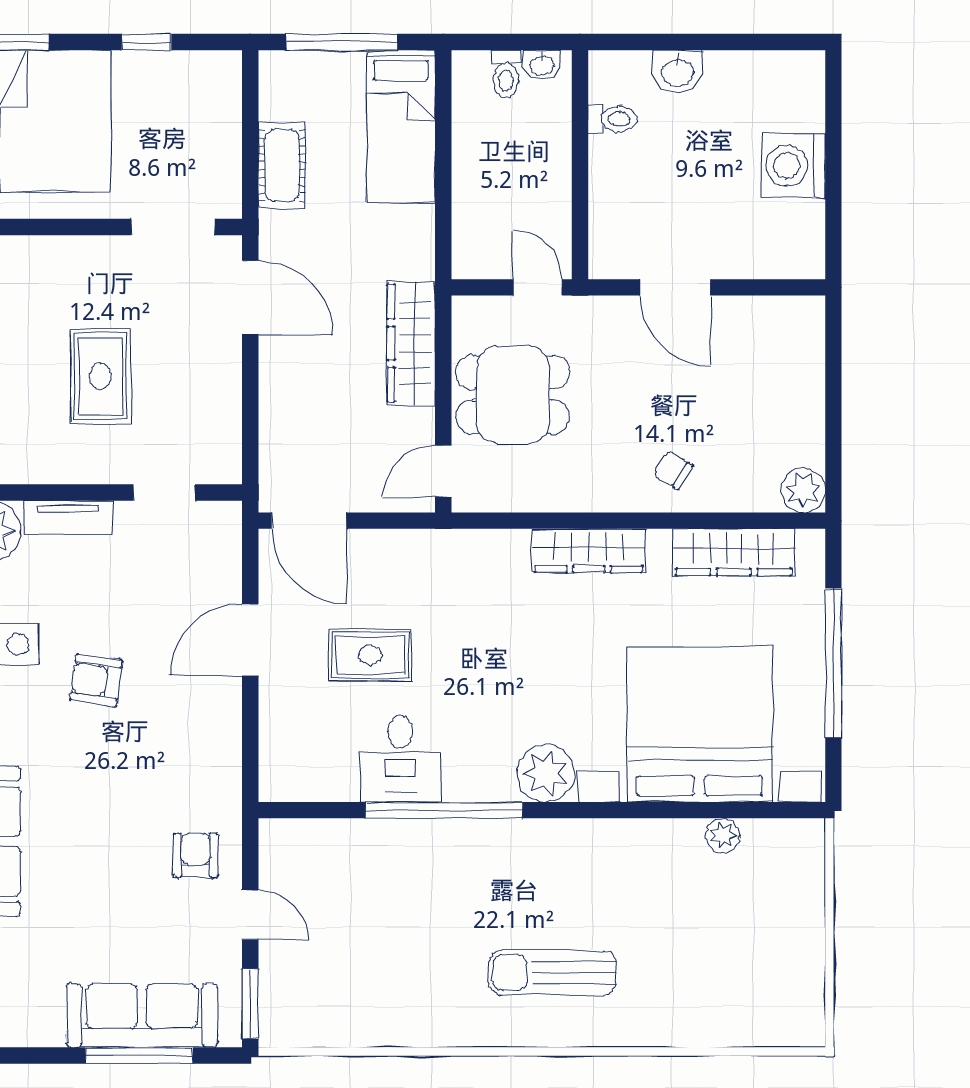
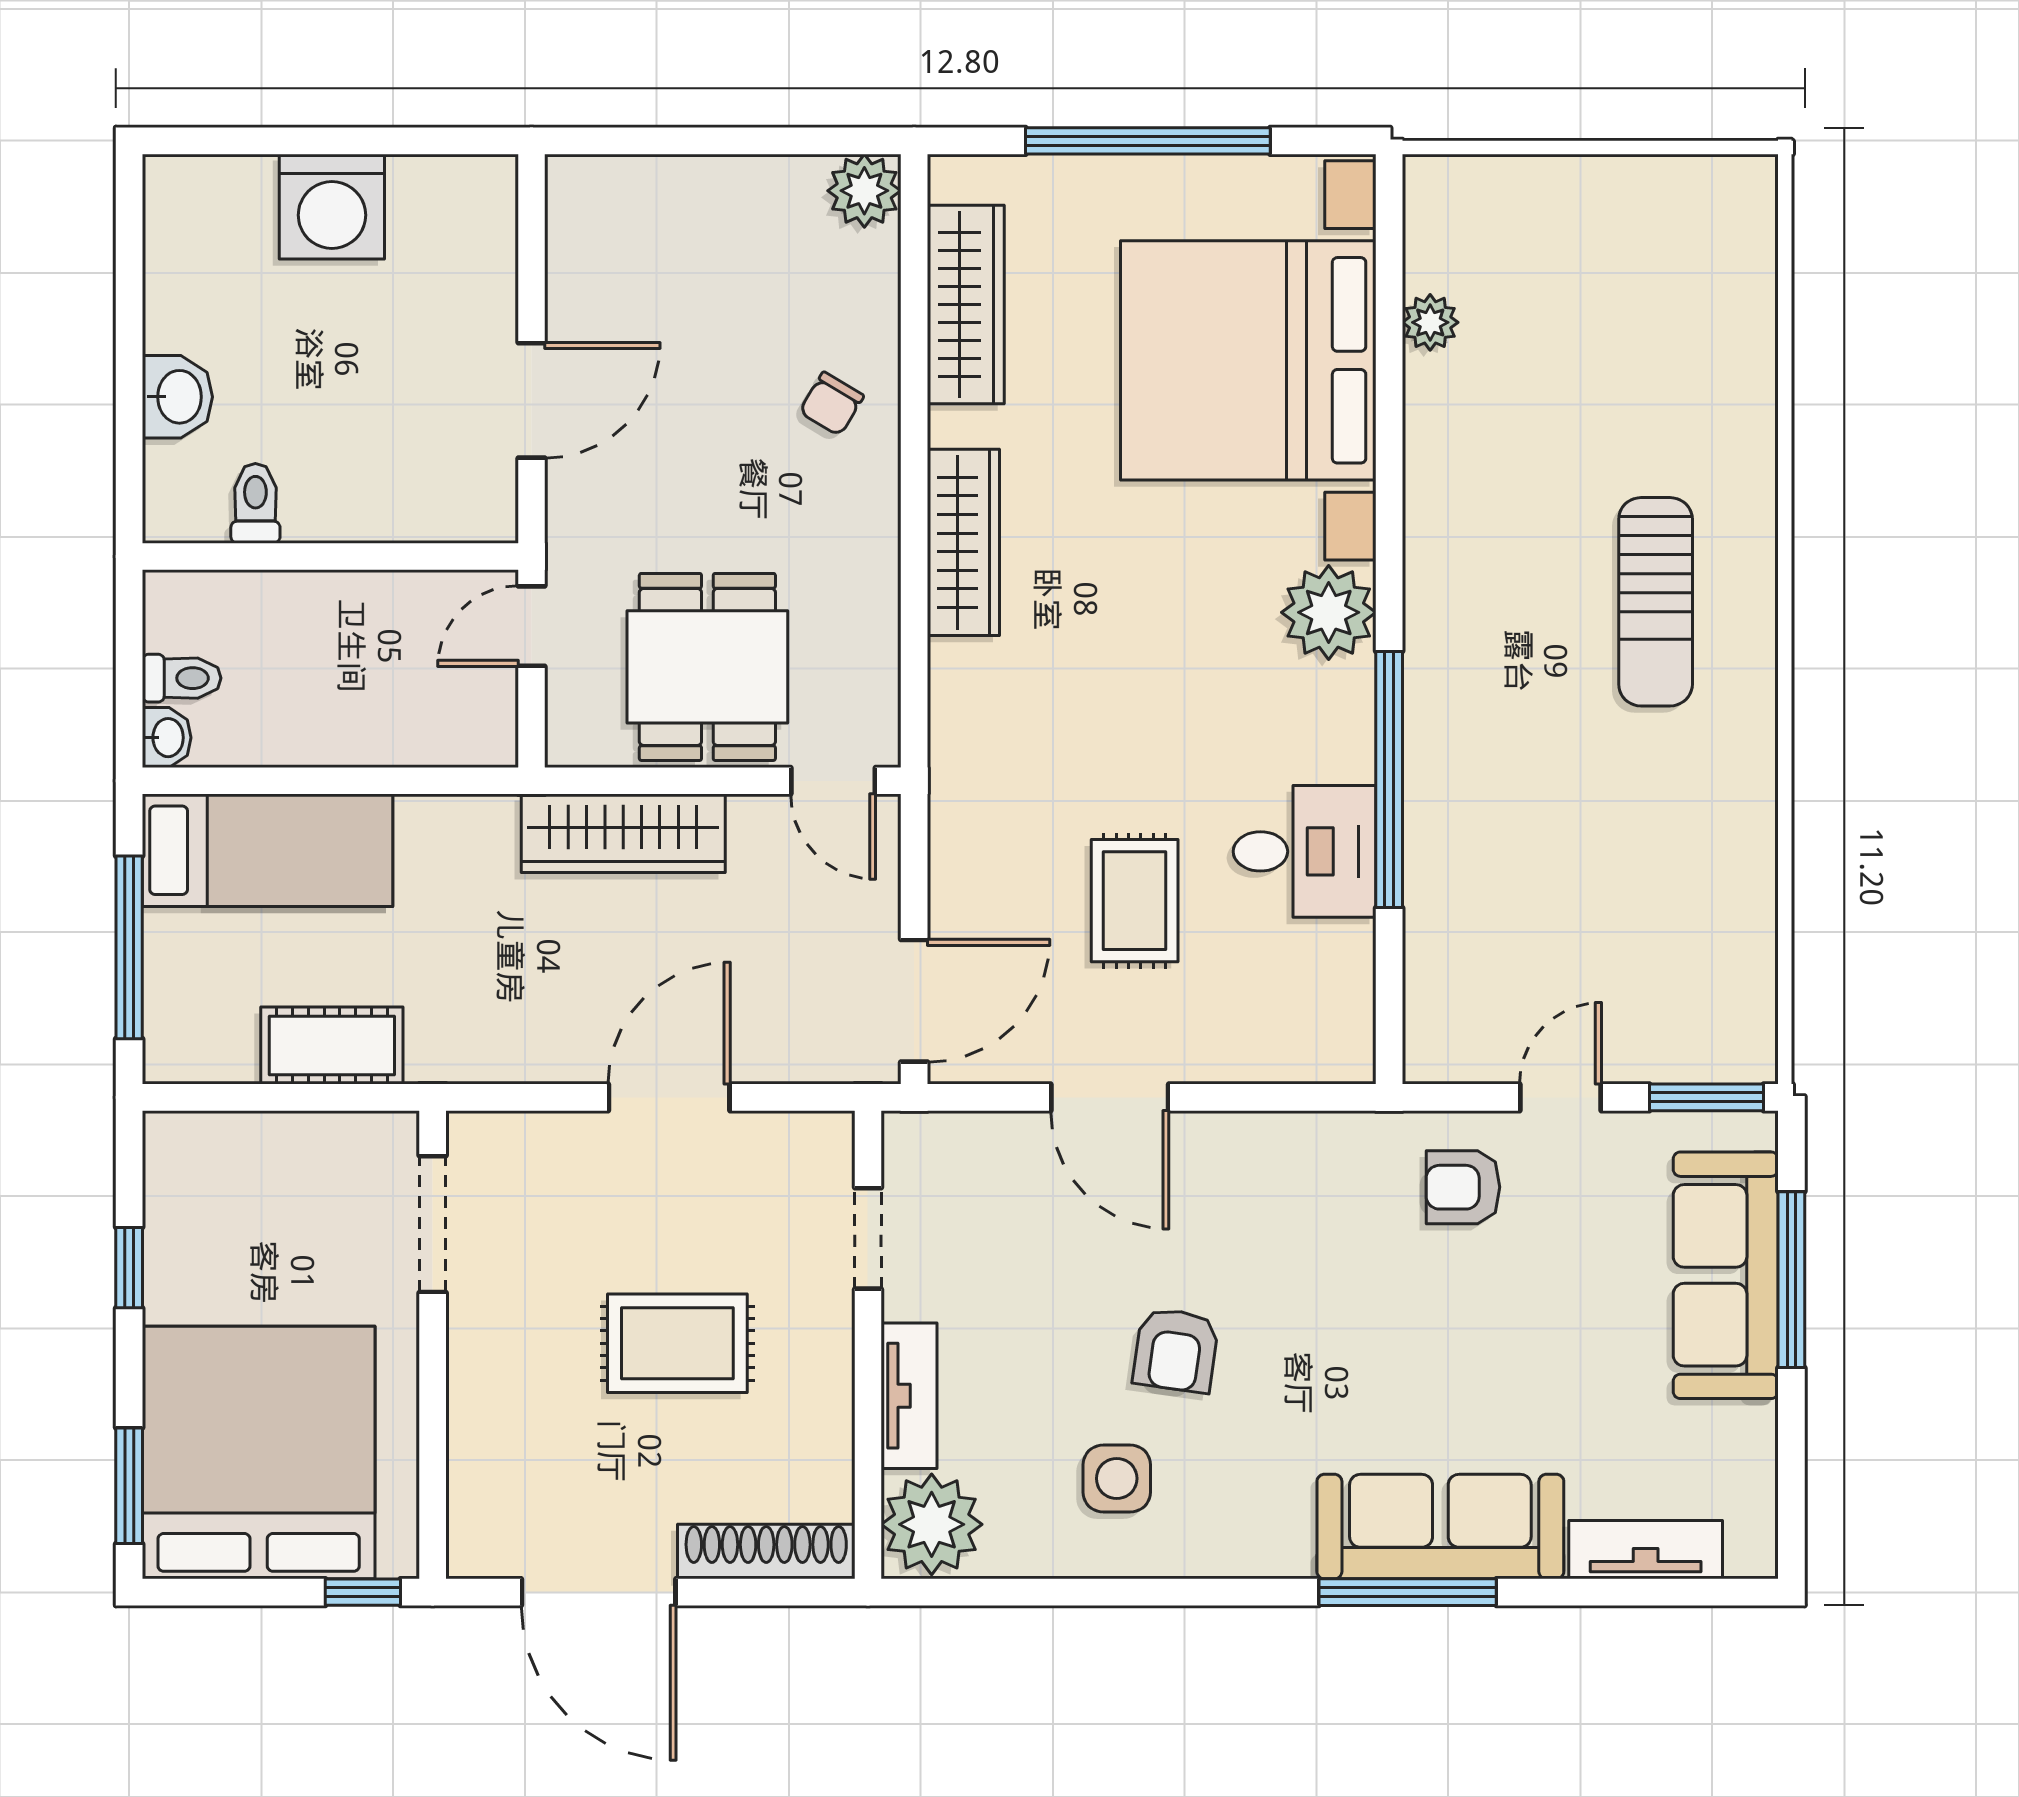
washbasin: (542, 65) -> (167, 738), moved
door: (250, 298) -> (669, 1097), moved

